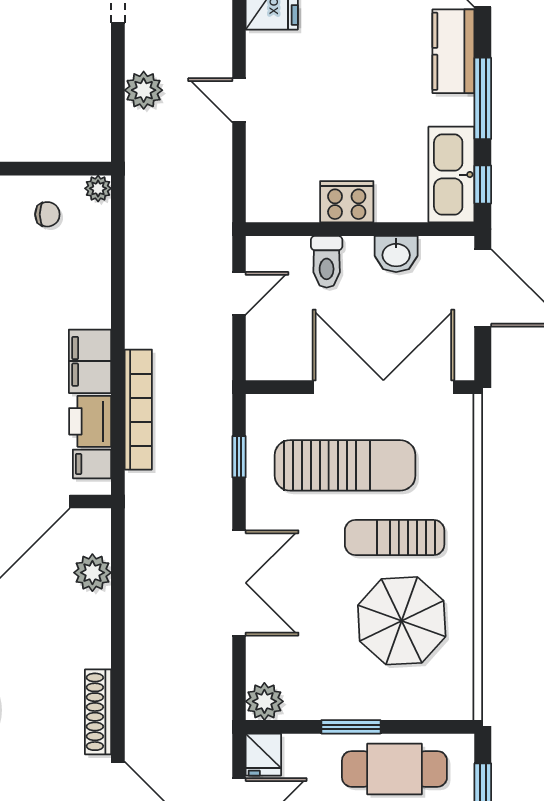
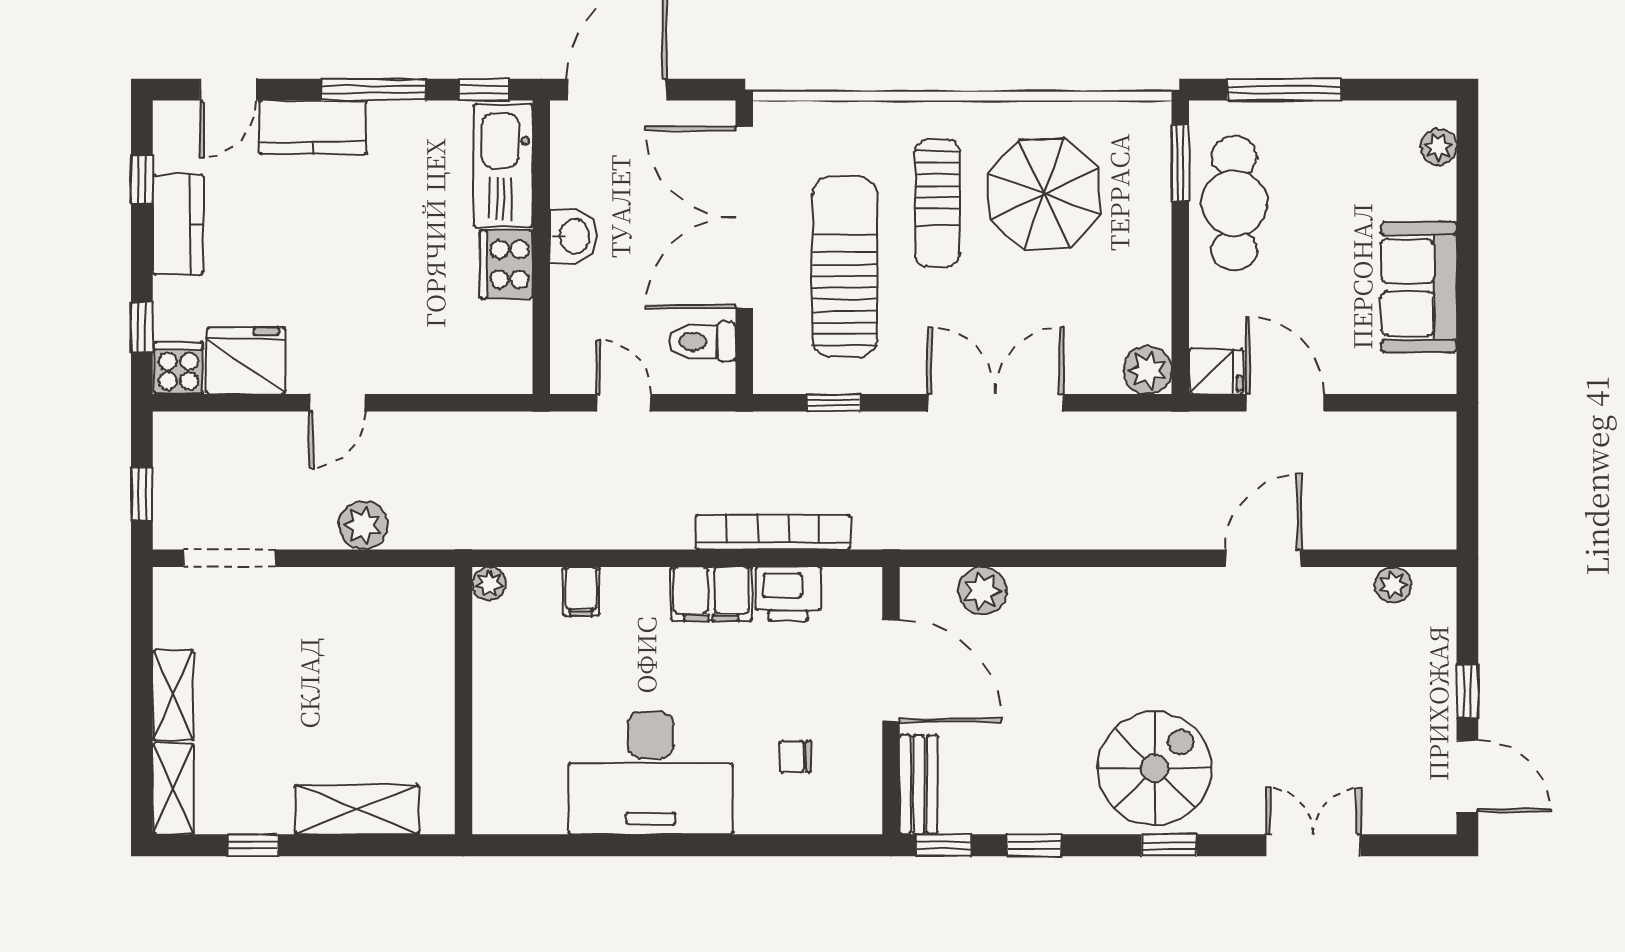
door: (239, 100) -> (337, 403), moved
kitchen sink: (451, 175) -> (503, 165), moved, turned 90
chair: (47, 214) -> (522, 649), removed
washbasin: (396, 254) -> (573, 236), moved
toilet: (327, 262) -> (702, 342), moved, turned 180
filing cabinet: (92, 464) -> (581, 591), moved
shoe rack: (98, 712) -> (1161, 584), removed
window: (351, 727) -> (1180, 163), moved

